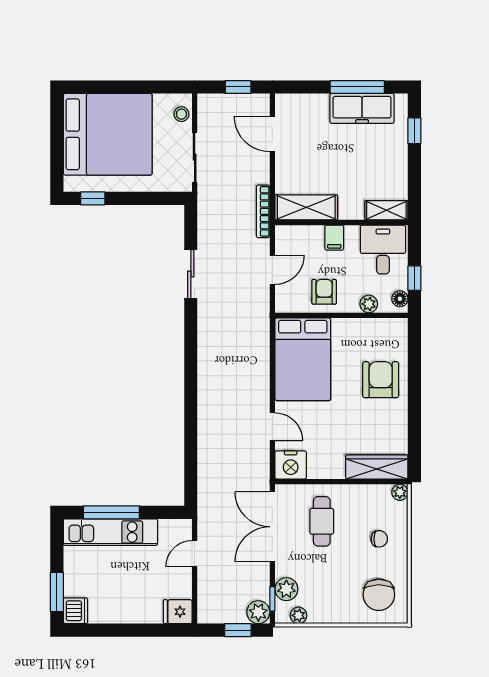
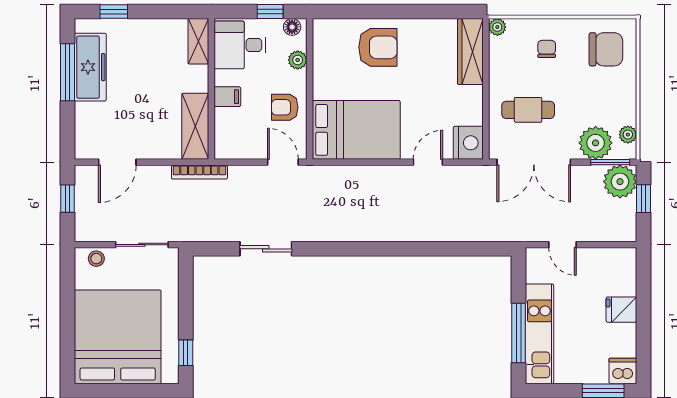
door: (272, 270) -> (283, 162), moved
armchair: (381, 380) -> (378, 47), turned 180
plant: (286, 589) -> (596, 143), width x1.36, depth x1.36
window: (272, 599) -> (610, 162), width x1.50
fridge: (178, 612) -> (621, 310), moved, turned 90
plant: (258, 612) -> (620, 182), width x1.36, depth x1.36

